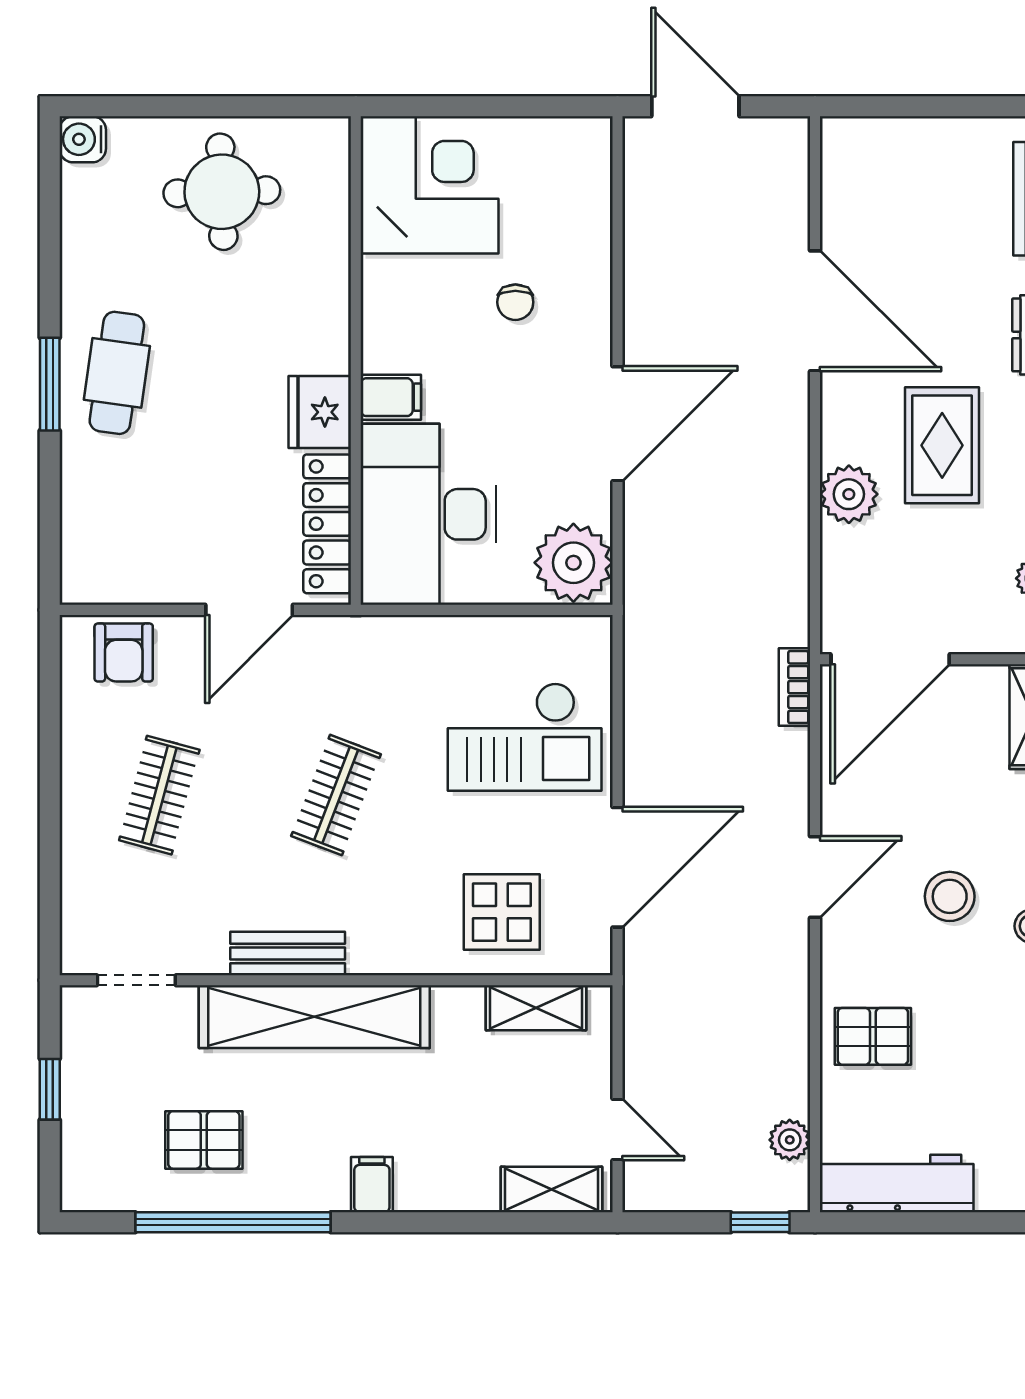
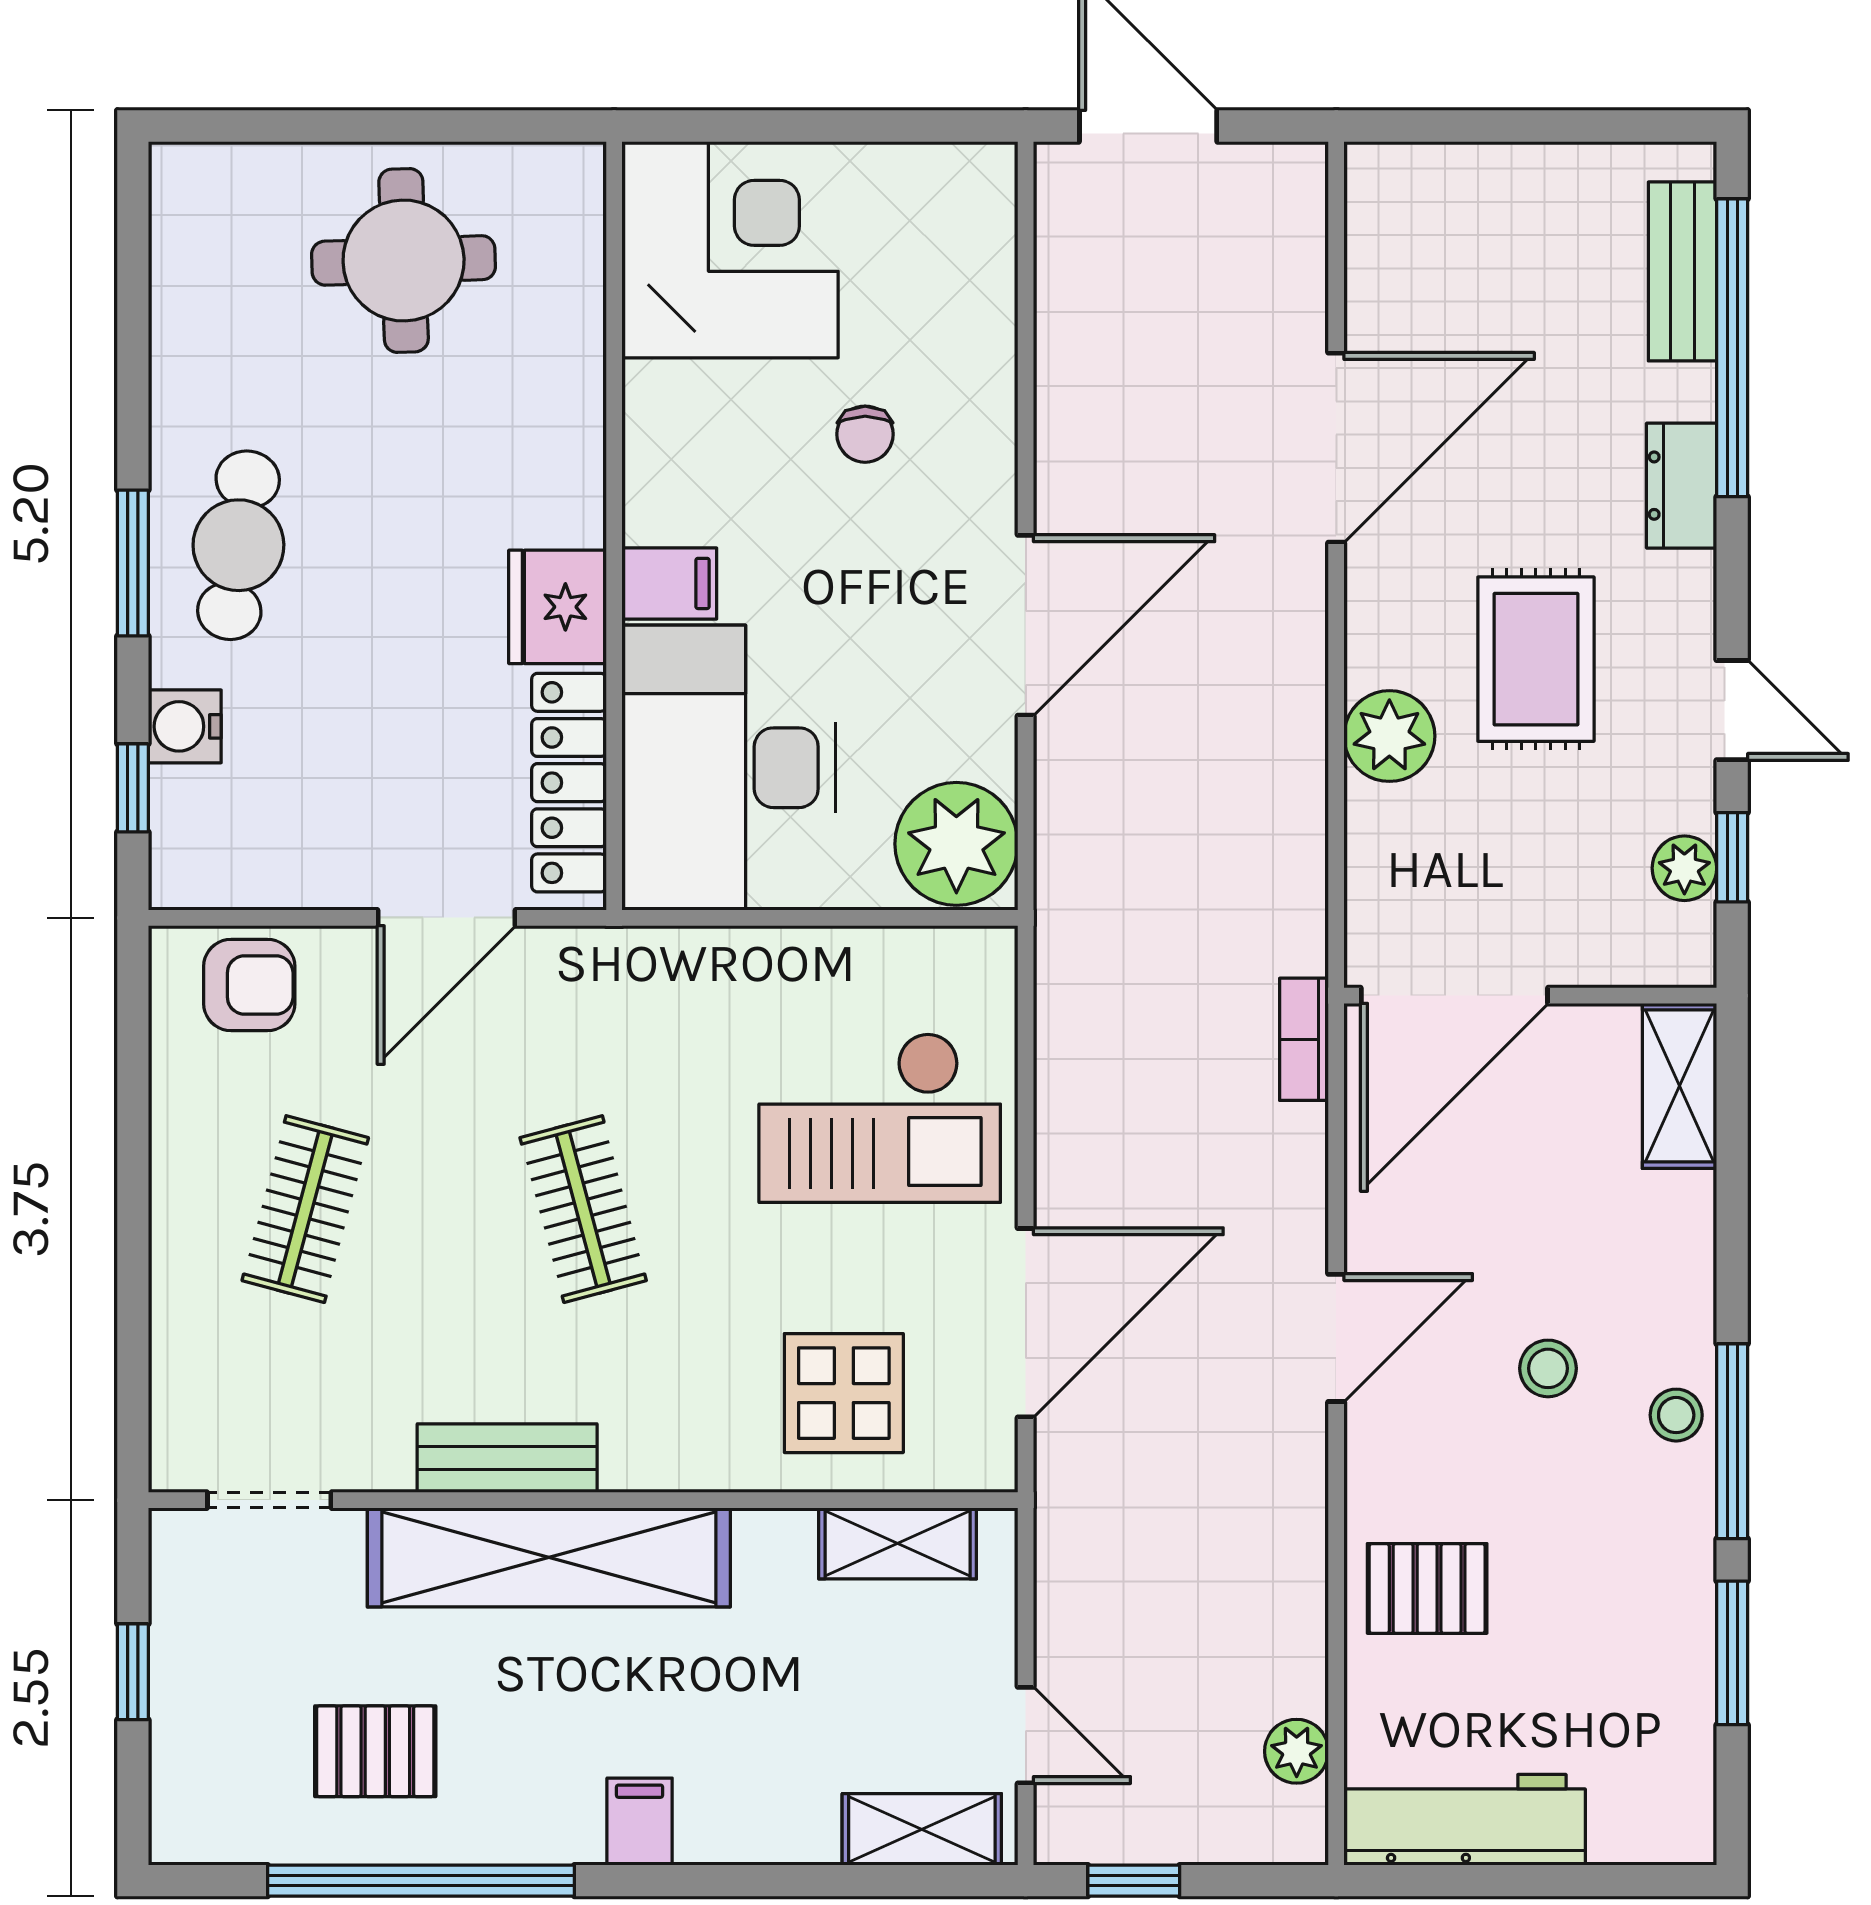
water cooler: (83, 139) -> (185, 726), moved
door: (815, 311) -> (1336, 448), hinge flipped
window: (50, 527) -> (133, 788), added
armchair: (124, 653) -> (249, 985), turned -90
clothes rail: (336, 795) -> (583, 1209), turned -36
stool: (950, 896) -> (1548, 1368), width x0.73, depth x0.73
window: (760, 1222) -> (1134, 1881), moved

